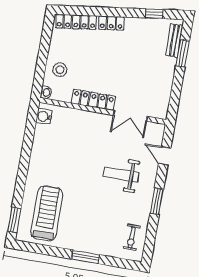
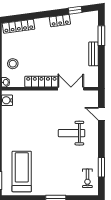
locker: (111, 23) -> (60, 21), moved
bench: (174, 40) -> (93, 54), moved
double door: (130, 116) -> (71, 89), swing flipped
window: (157, 201) -> (101, 167), moved

